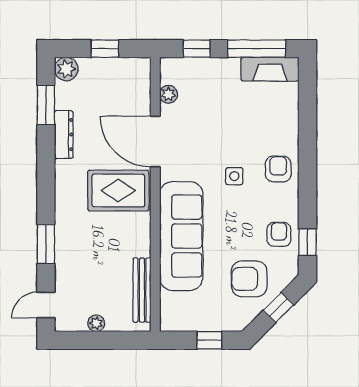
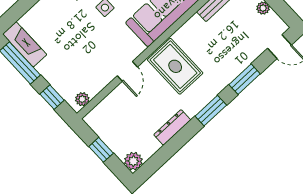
plant: (169, 94) -> (82, 99), moved
window: (46, 105) -> (211, 111), moved
door: (155, 142) -> (127, 71), width x0.53

